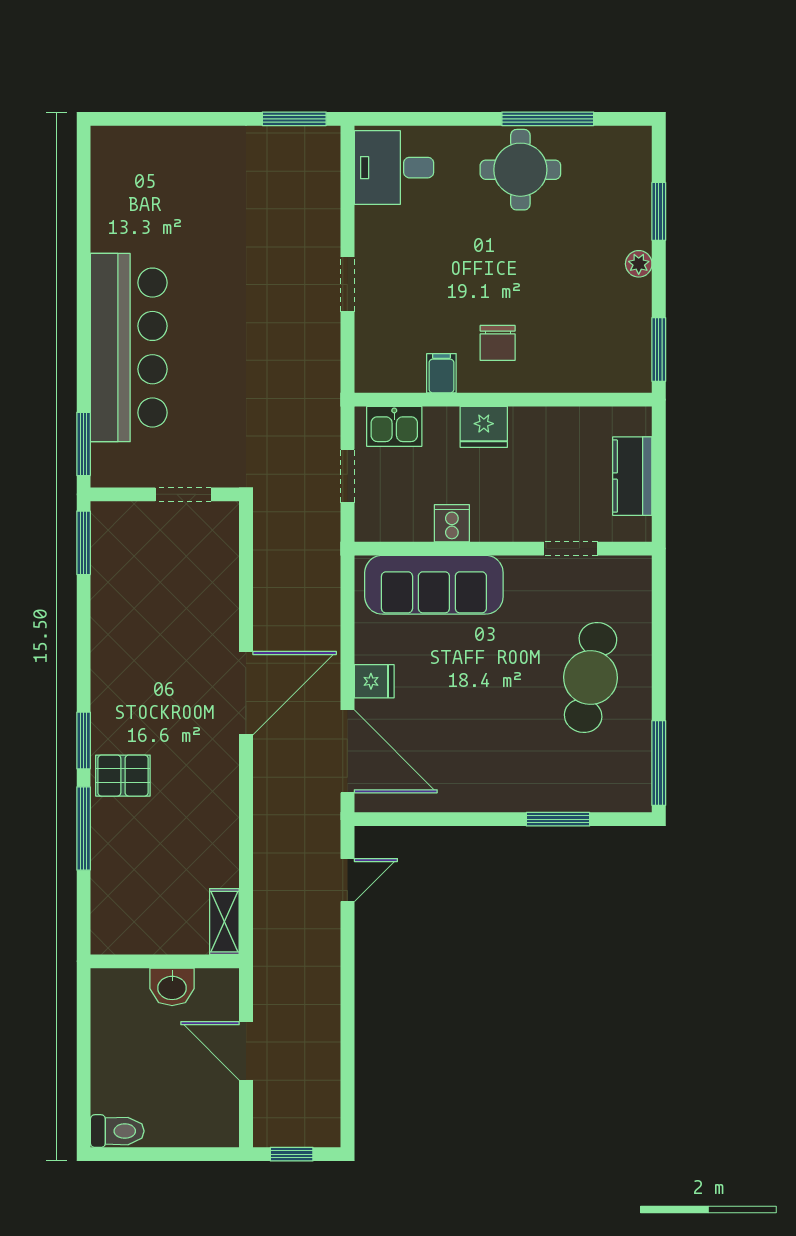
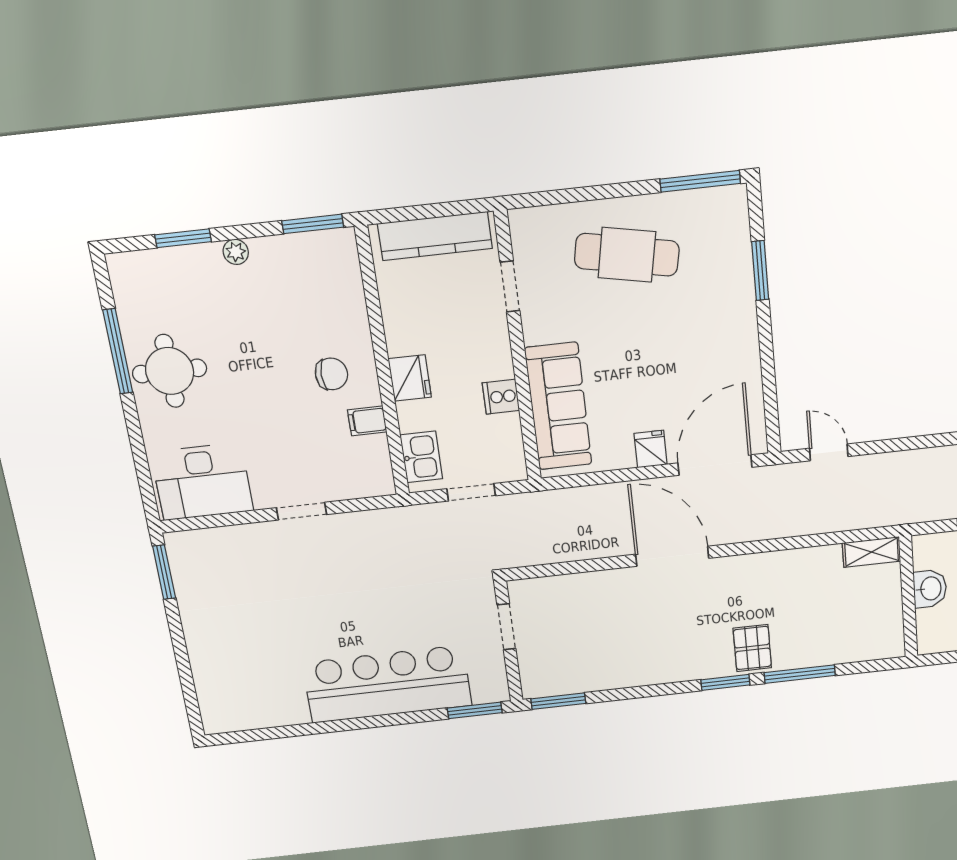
desk: (394, 168) -> (202, 481), width x1.37
kitchen counter: (632, 476) -> (435, 236), width x1.50

